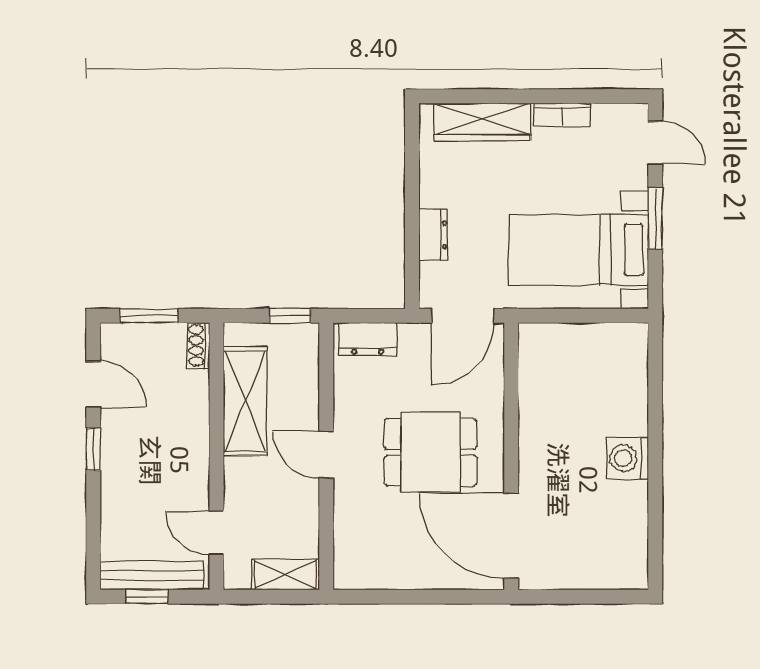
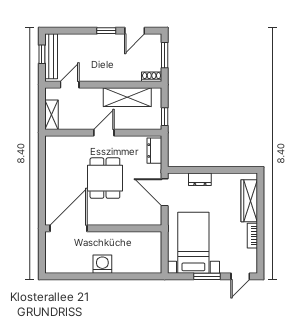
wall: (511, 456) -> (103, 228), moved
door: (511, 536) -> (68, 228), moved

